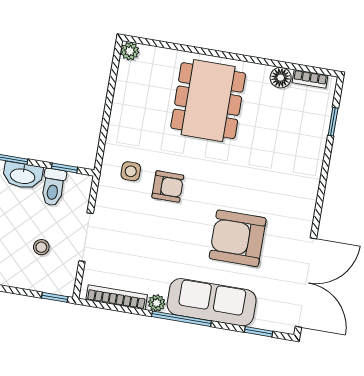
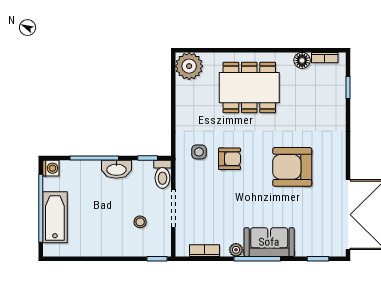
plant: (130, 51) -> (189, 66), width x1.87, depth x1.87
dining table: (208, 101) -> (249, 88), turned 90
toilet: (53, 187) -> (162, 174), moved
armchair: (238, 238) -> (292, 167), moved
bookcase: (117, 297) -> (205, 251), width x0.64
sofa: (212, 302) -> (269, 242), width x0.73

